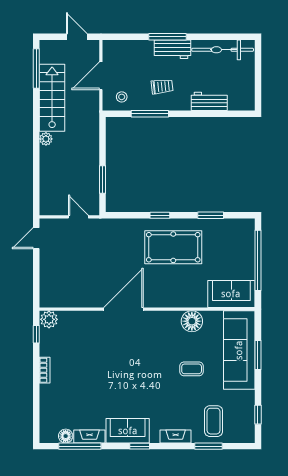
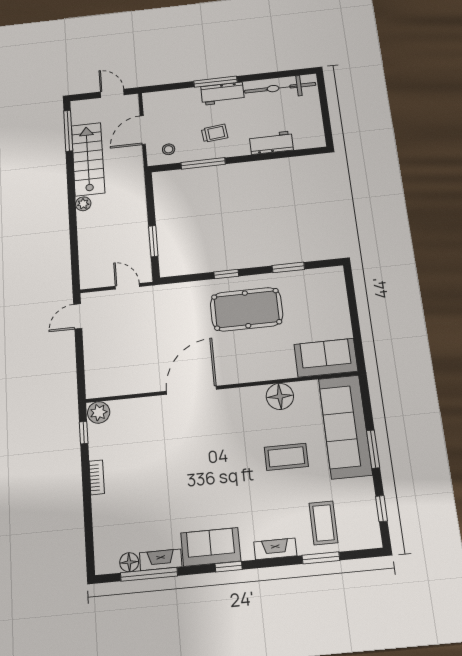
window: (258, 260) -> (354, 314), removed
window: (258, 355) -> (373, 449), moved
coffee table: (192, 369) -> (286, 457), width x1.36, depth x1.30

